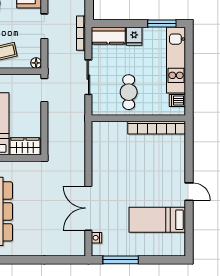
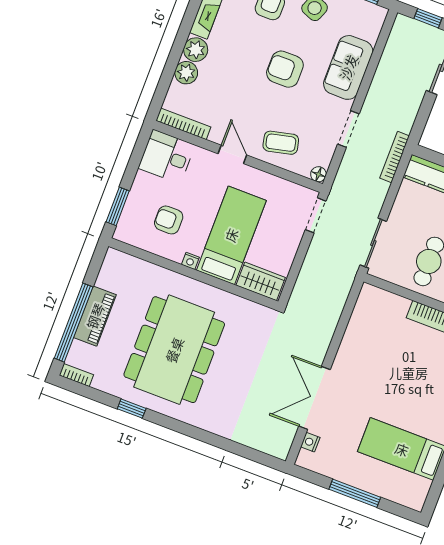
sliding door: (88, 77) -> (373, 243), moved
window: (121, 260) -> (355, 493), moved

